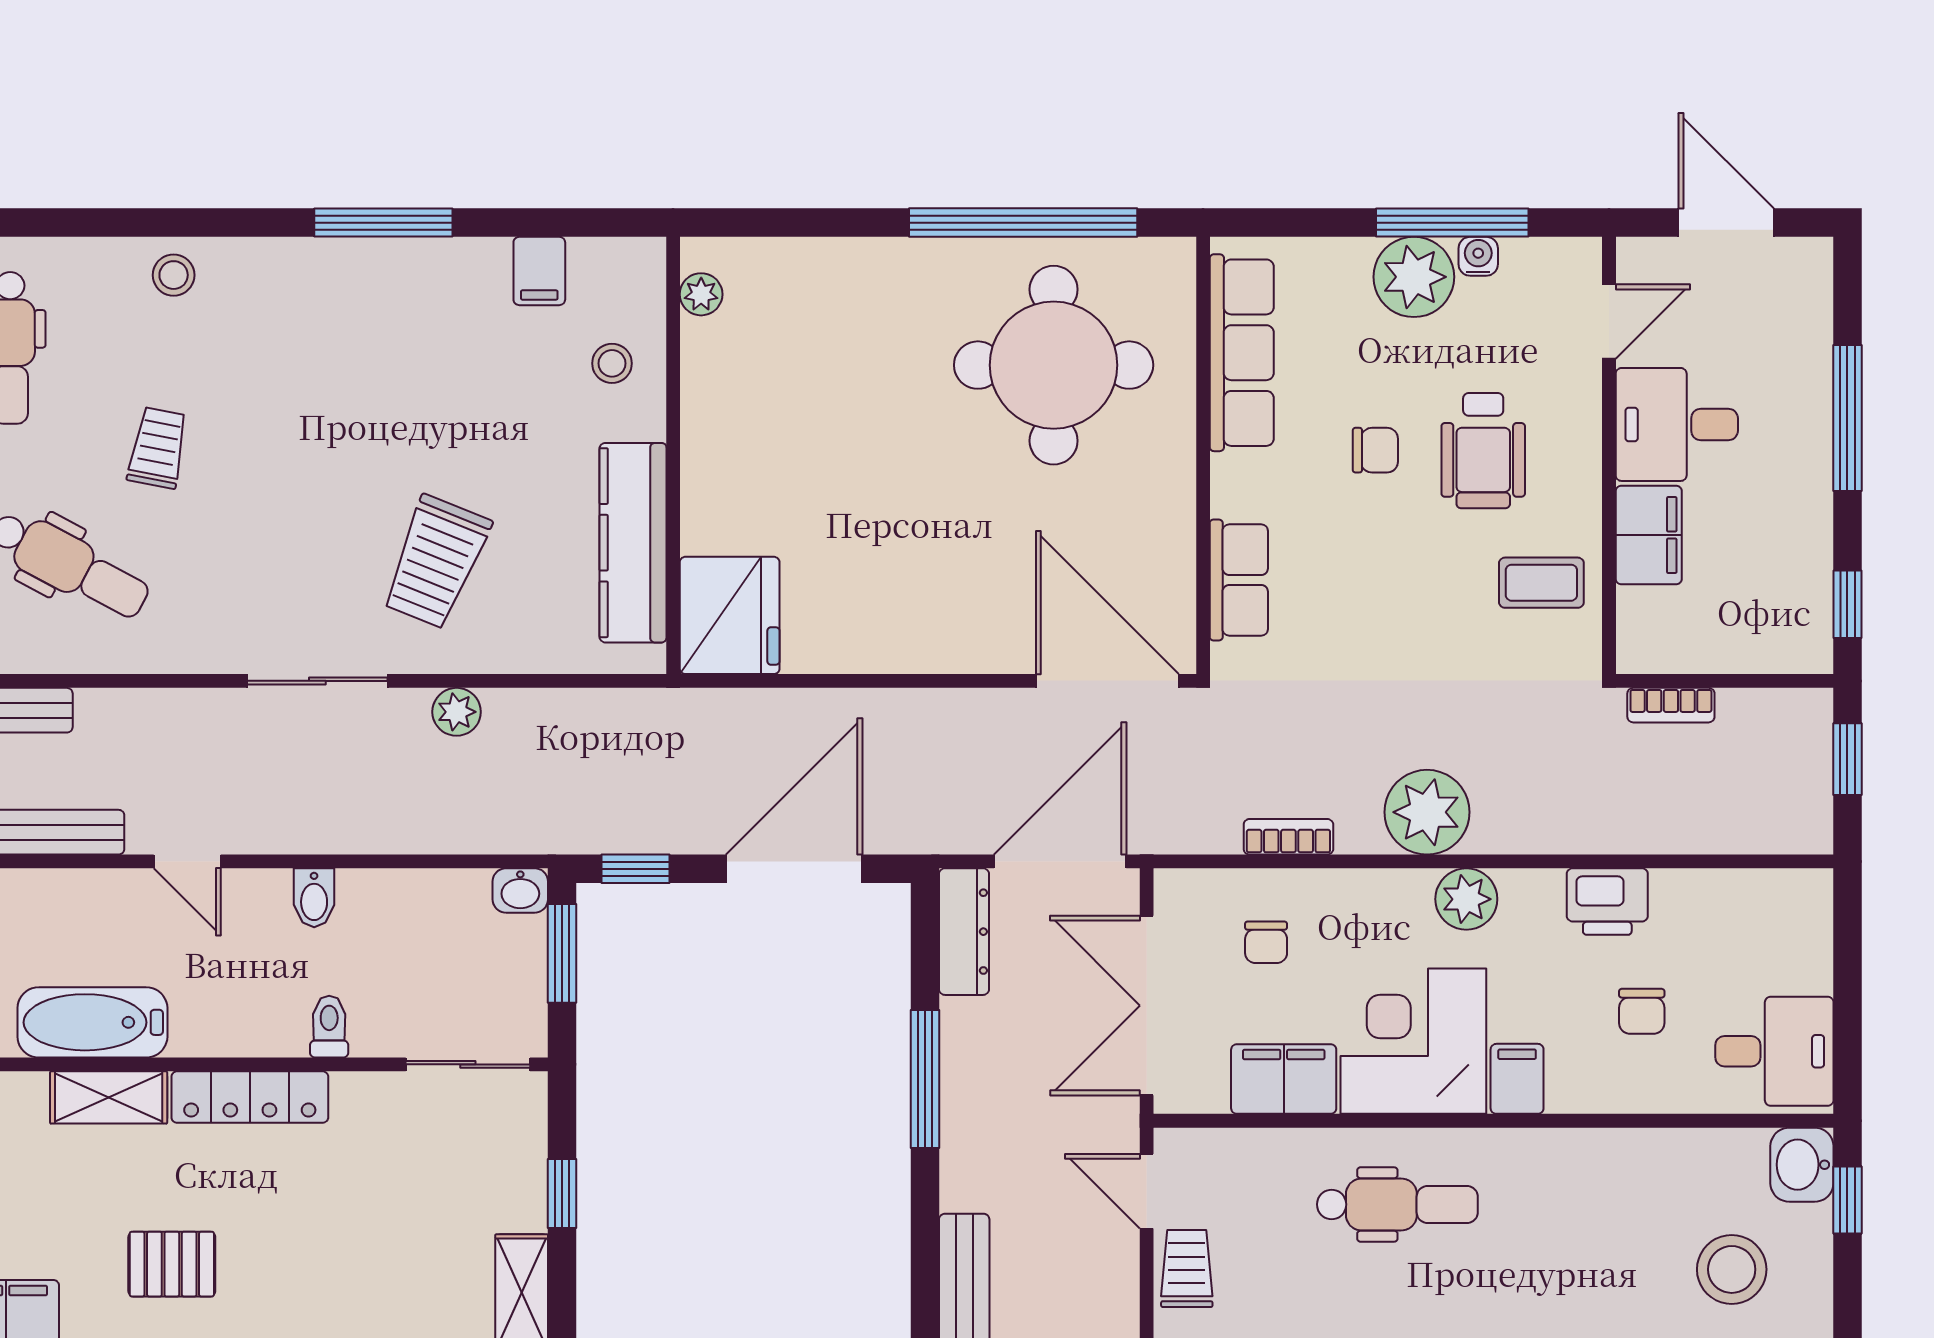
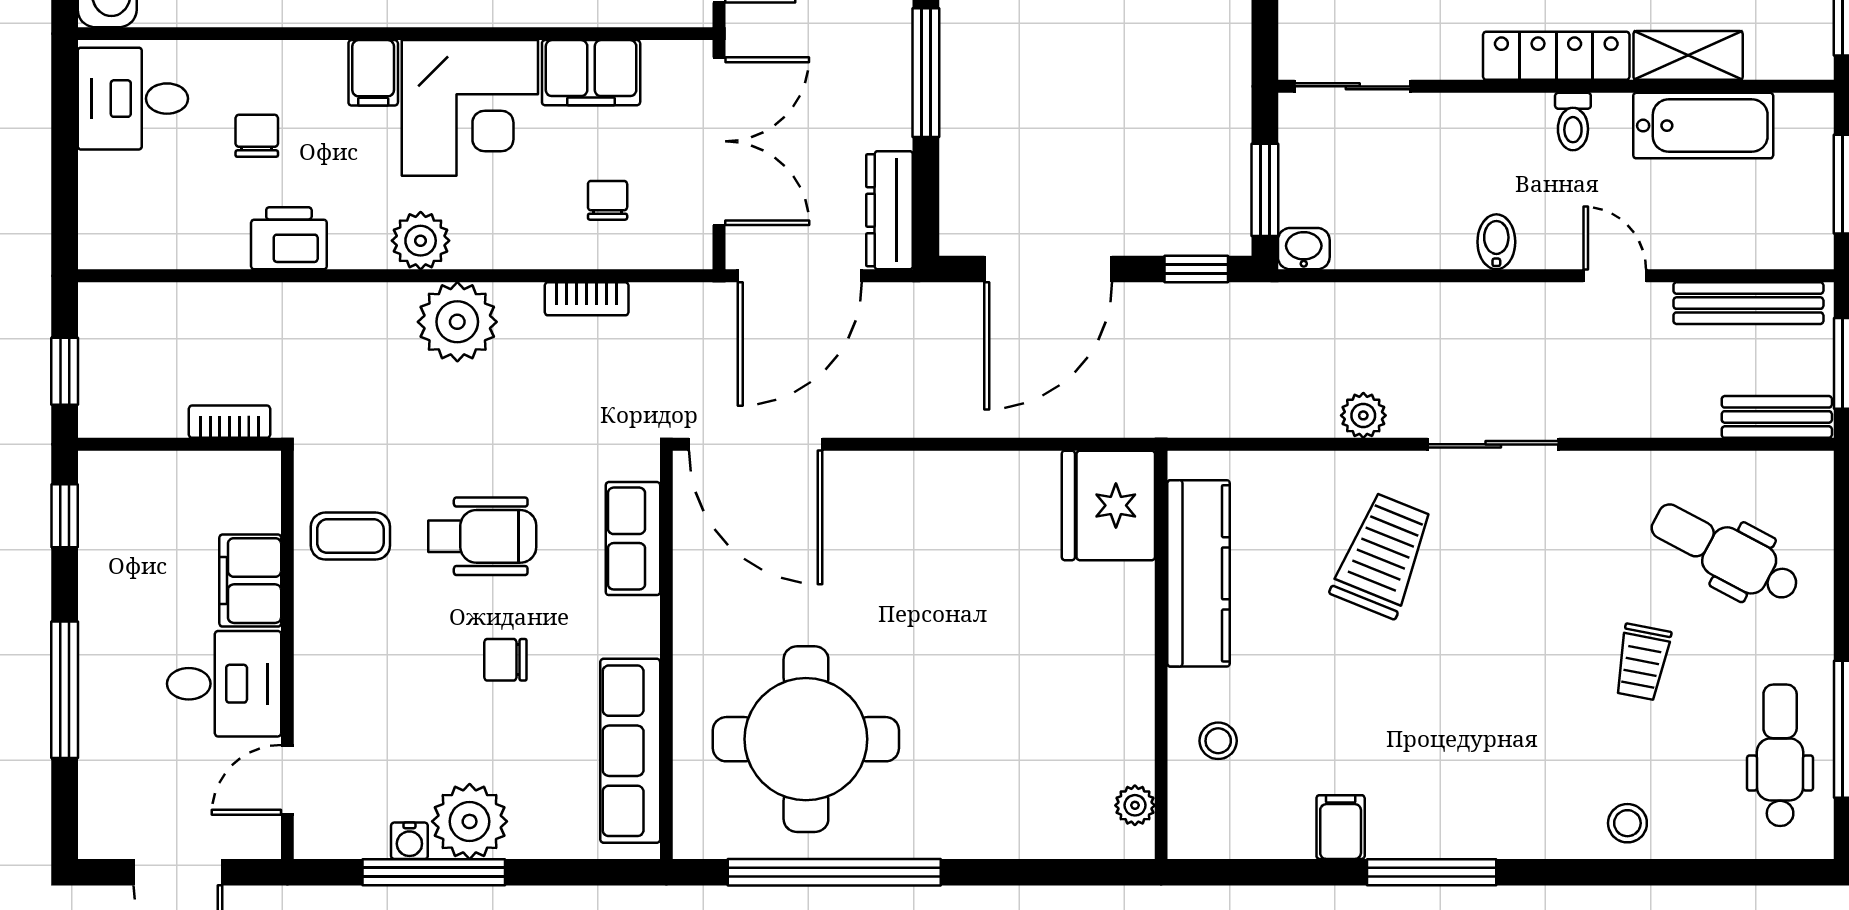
filing cabinet: (539, 271) -> (1341, 827), moved
wheelchair: (1483, 451) -> (482, 536), moved, turned 90
toilet: (329, 1027) -> (1573, 122), moved

